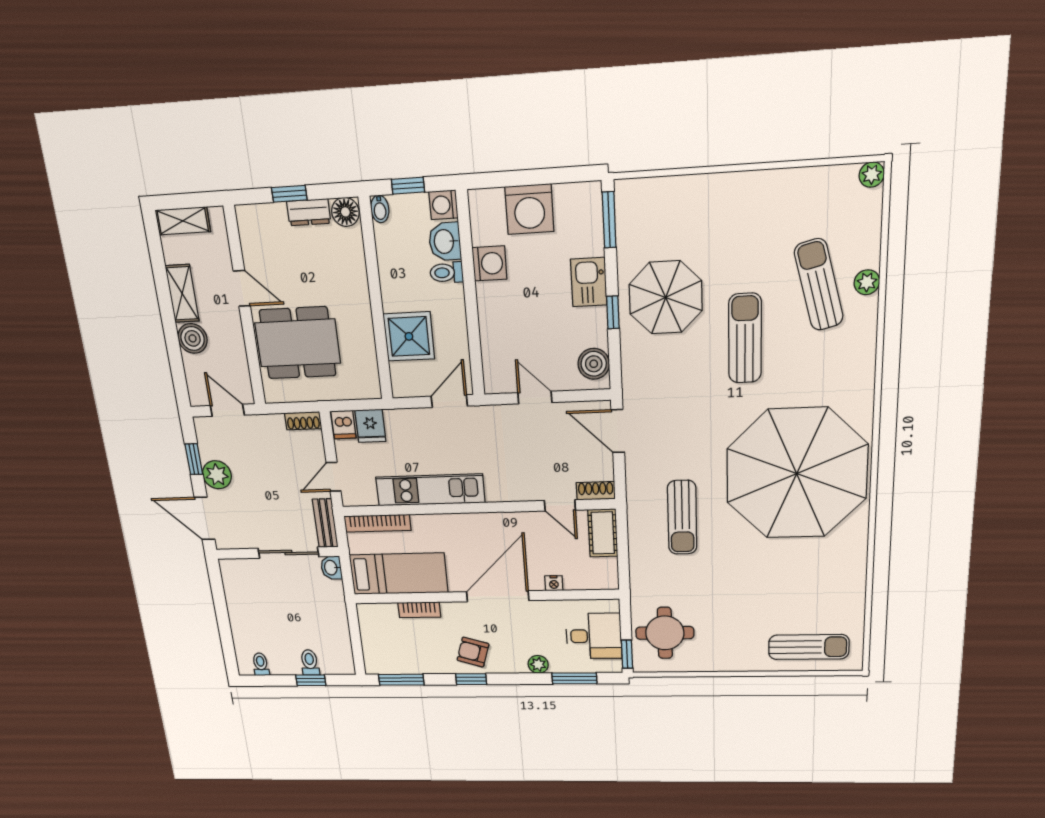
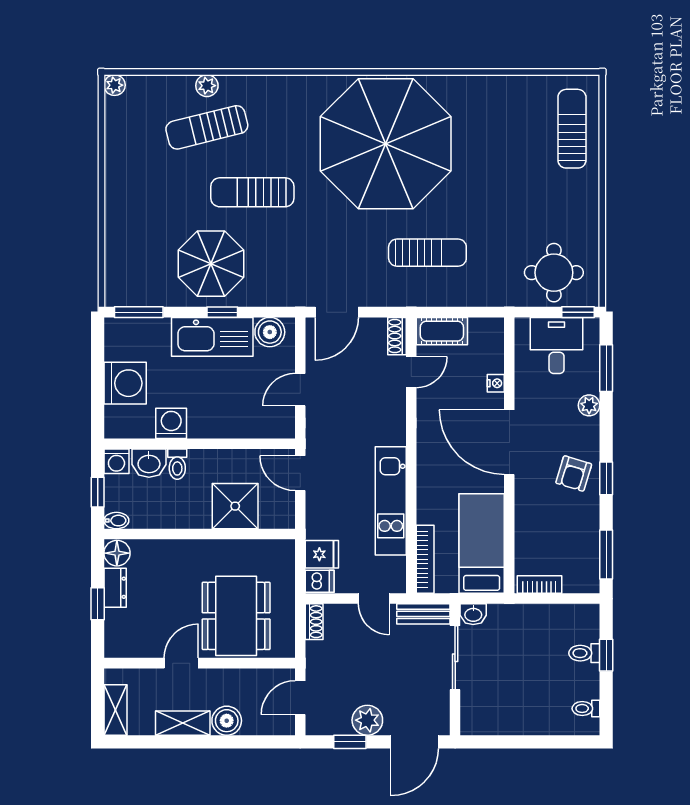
kitchen sink: (589, 282) -> (212, 337), width x1.87, depth x1.24
bookcase: (419, 610) -> (539, 585), moved, turned -90

